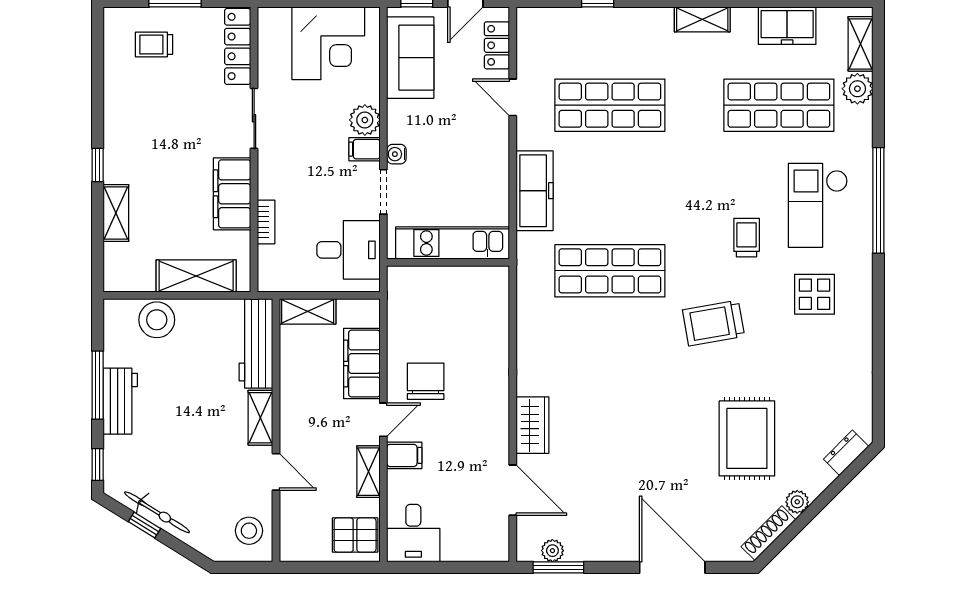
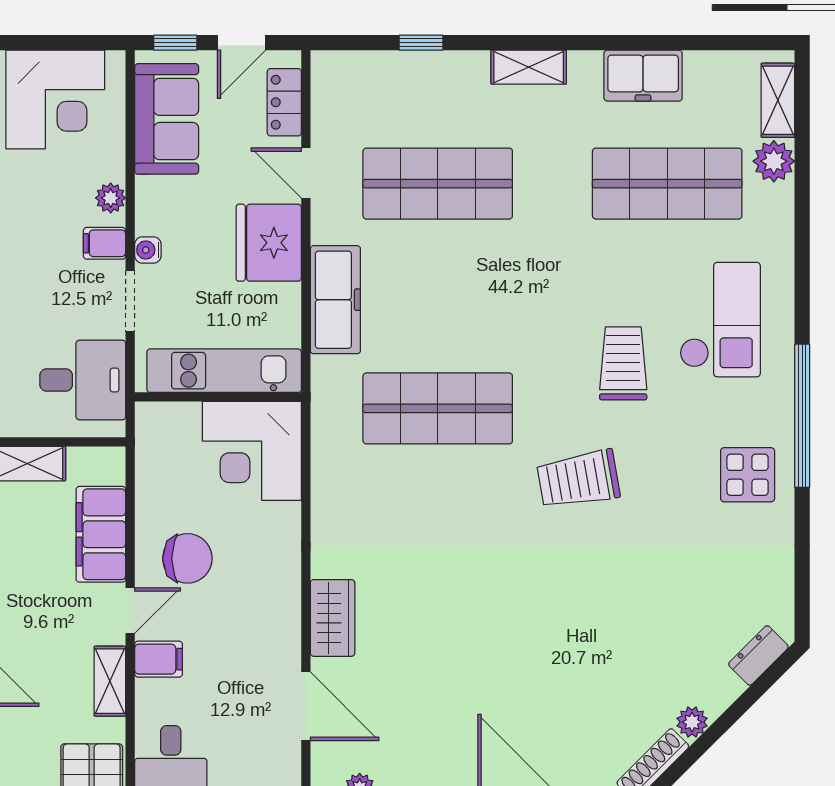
shelving: (702, 19) -> (529, 67), moved
freezer: (787, 26) -> (643, 76), moved
plant: (365, 120) -> (111, 198), width x0.73, depth x0.73
fridge: (485, 149) -> (269, 243), added
window: (878, 200) -> (802, 416), moved
checkout: (818, 205) -> (720, 320), turned 180
trolley: (747, 238) -> (623, 363), width x1.36, depth x1.39
display table: (815, 294) -> (748, 475), moved
corner desk: (473, 302) -> (252, 451), added
chair: (426, 381) -> (187, 558), turned 90
rug: (747, 438) -> (624, 636), removed

